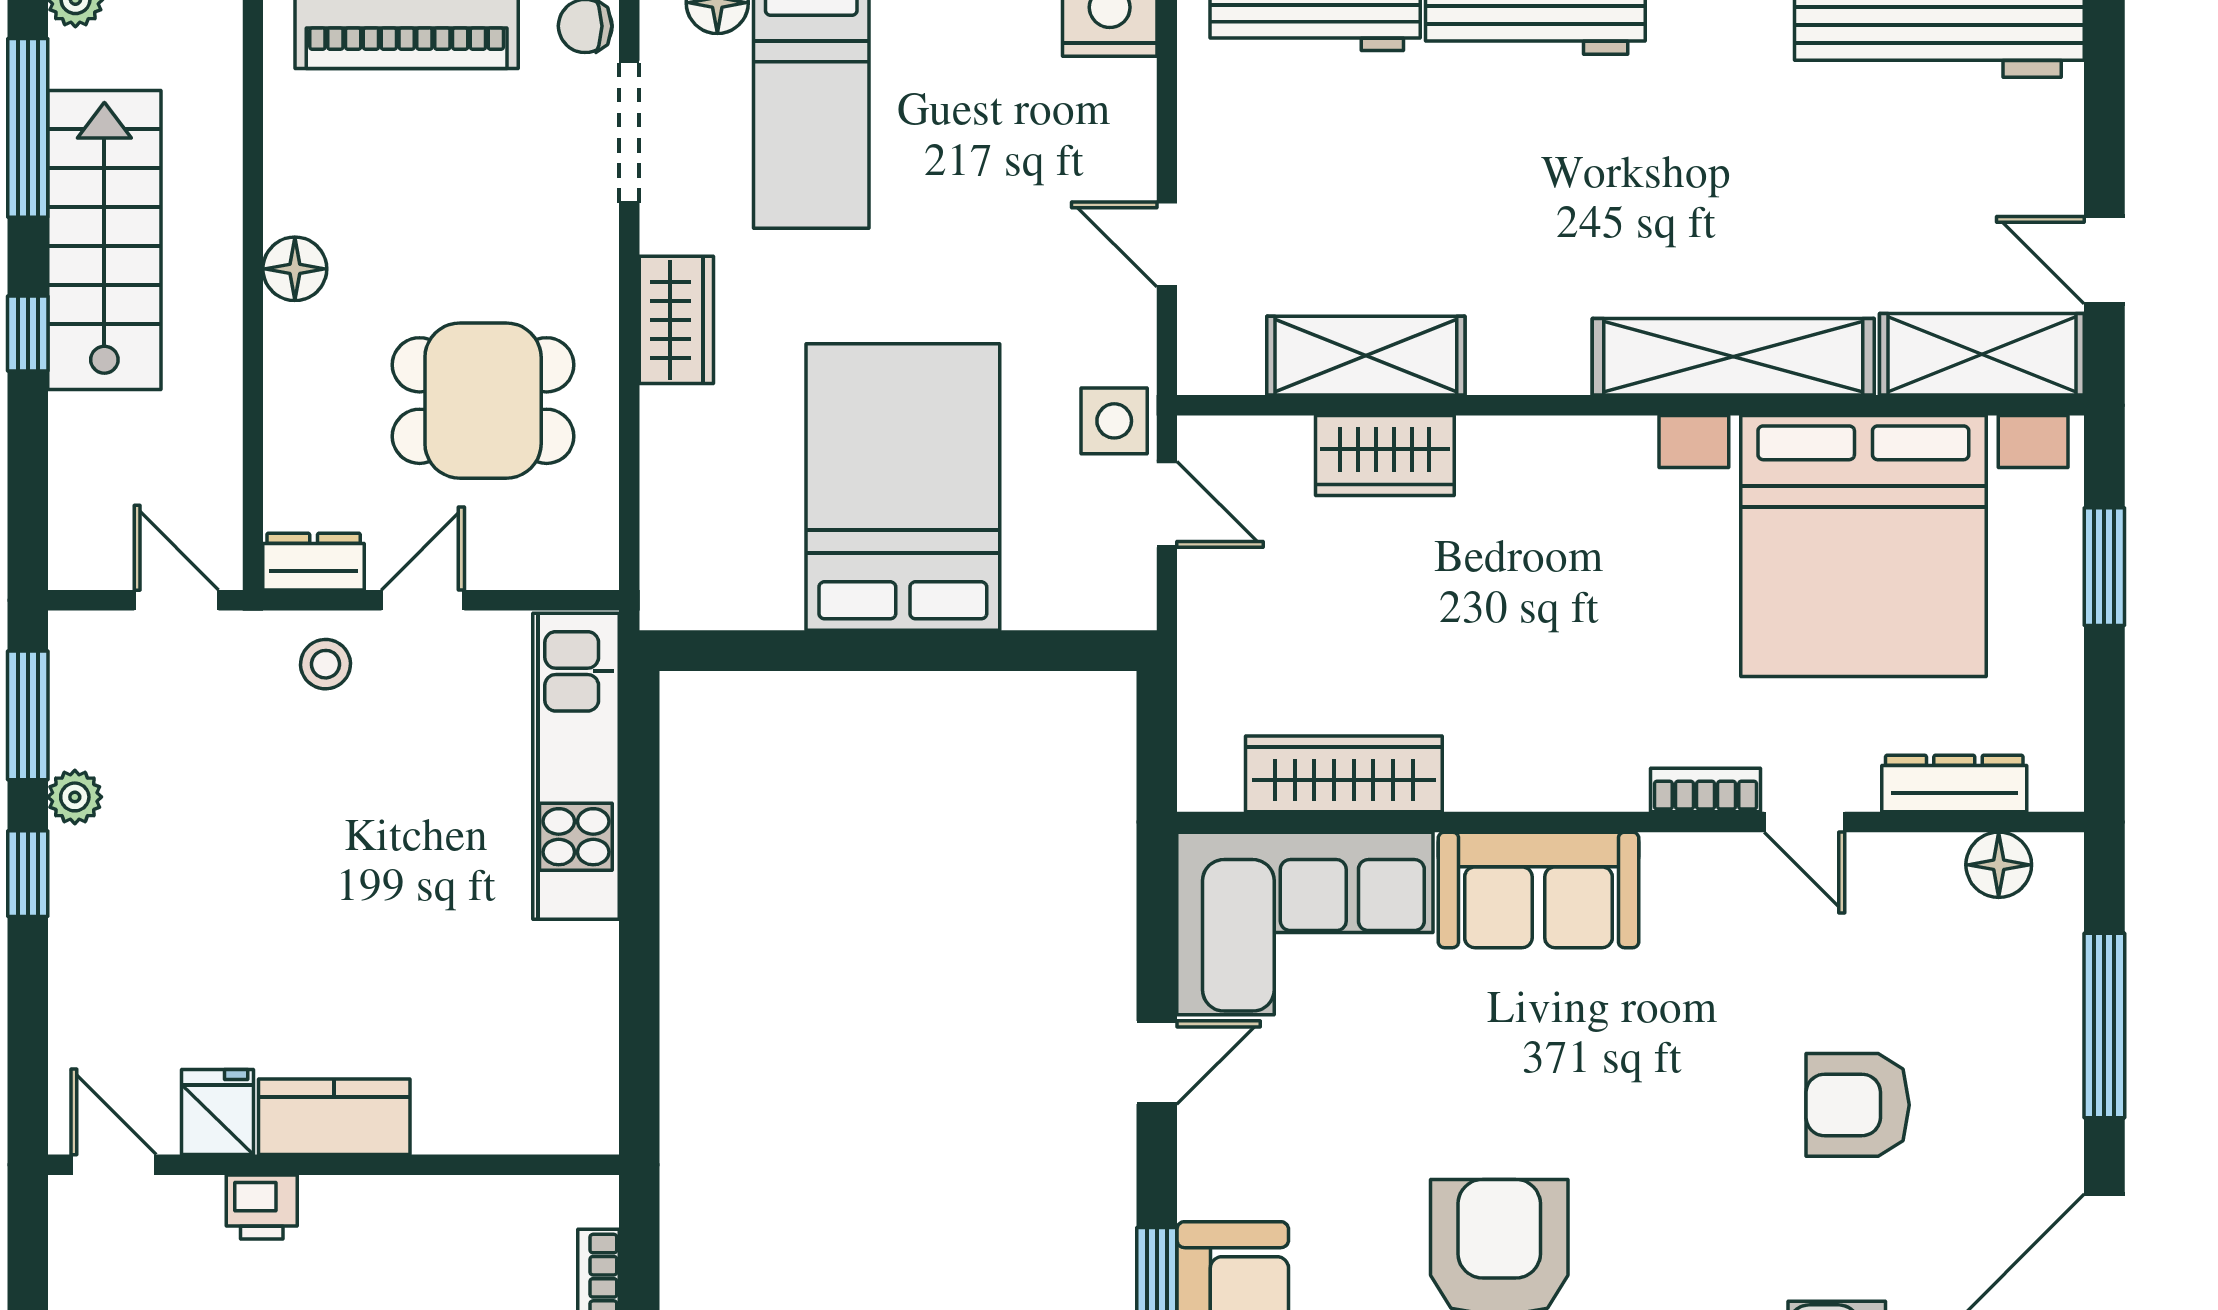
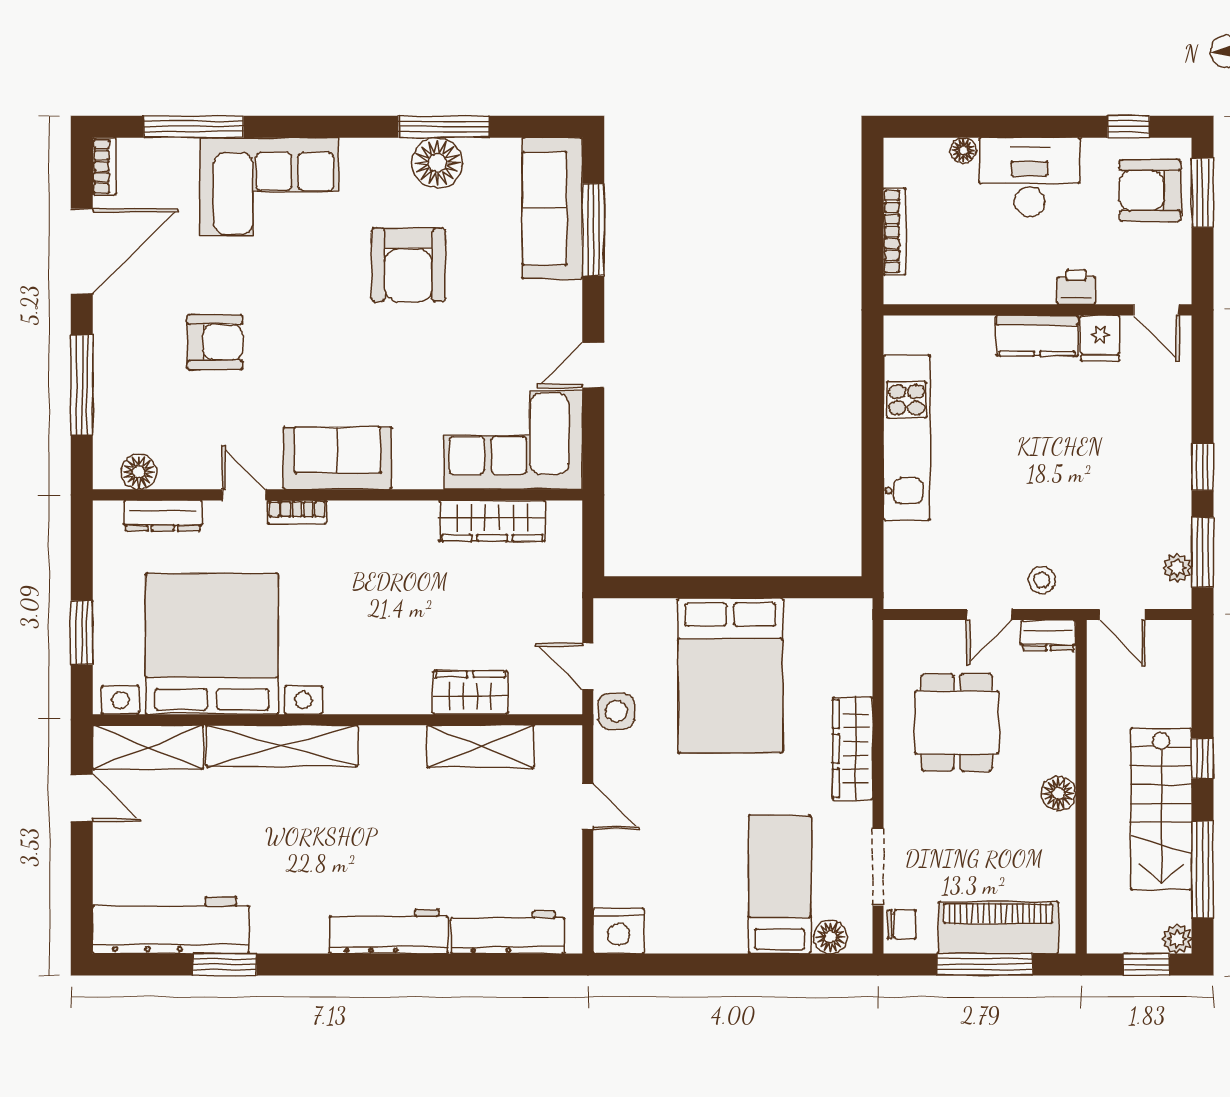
wardrobe: (676, 320) -> (853, 749), width x1.50
dining table: (483, 401) -> (957, 722), turned 90
kitchen unit: (576, 766) -> (907, 438), moved
plant: (75, 797) -> (1177, 568), moved
sofa: (1538, 890) -> (337, 458), moved

